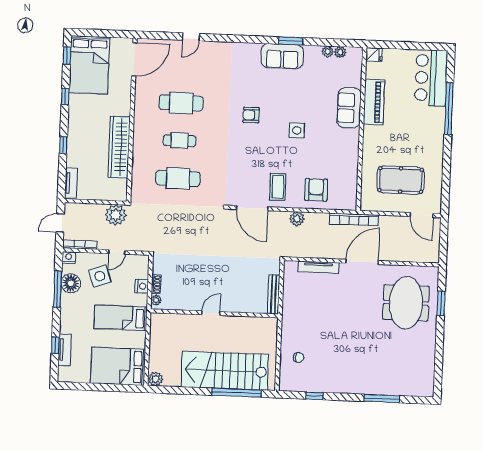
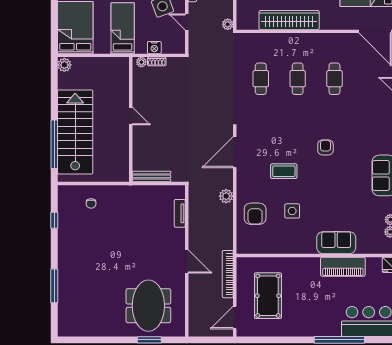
cafe table: (181, 103) -> (334, 79), width x0.73, depth x0.74
side table: (297, 130) -> (292, 211), moved
cafe table: (178, 178) -> (261, 79), width x0.73, depth x0.74
coffee table: (278, 187) -> (284, 171), moved
armchair: (316, 190) -> (255, 214), turned 90
plant: (116, 215) -> (228, 24), width x0.53, depth x0.53
bookcase: (354, 219) -> (228, 274), moved
door: (362, 262) -> (187, 261), width x0.73
tv unit: (318, 267) -> (180, 213), width x0.71
meeting table: (406, 303) -> (148, 306), turned 90

